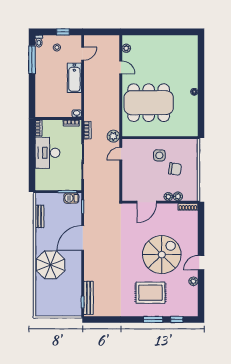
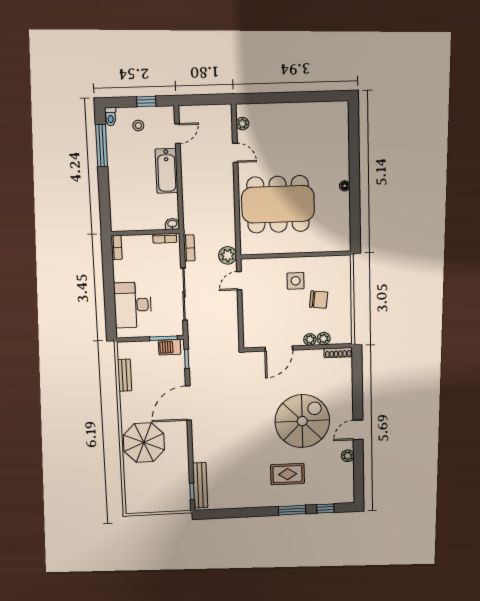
desk: (47, 153) -> (133, 305), moved
rug: (150, 293) -> (288, 474), width x0.73, depth x0.70

